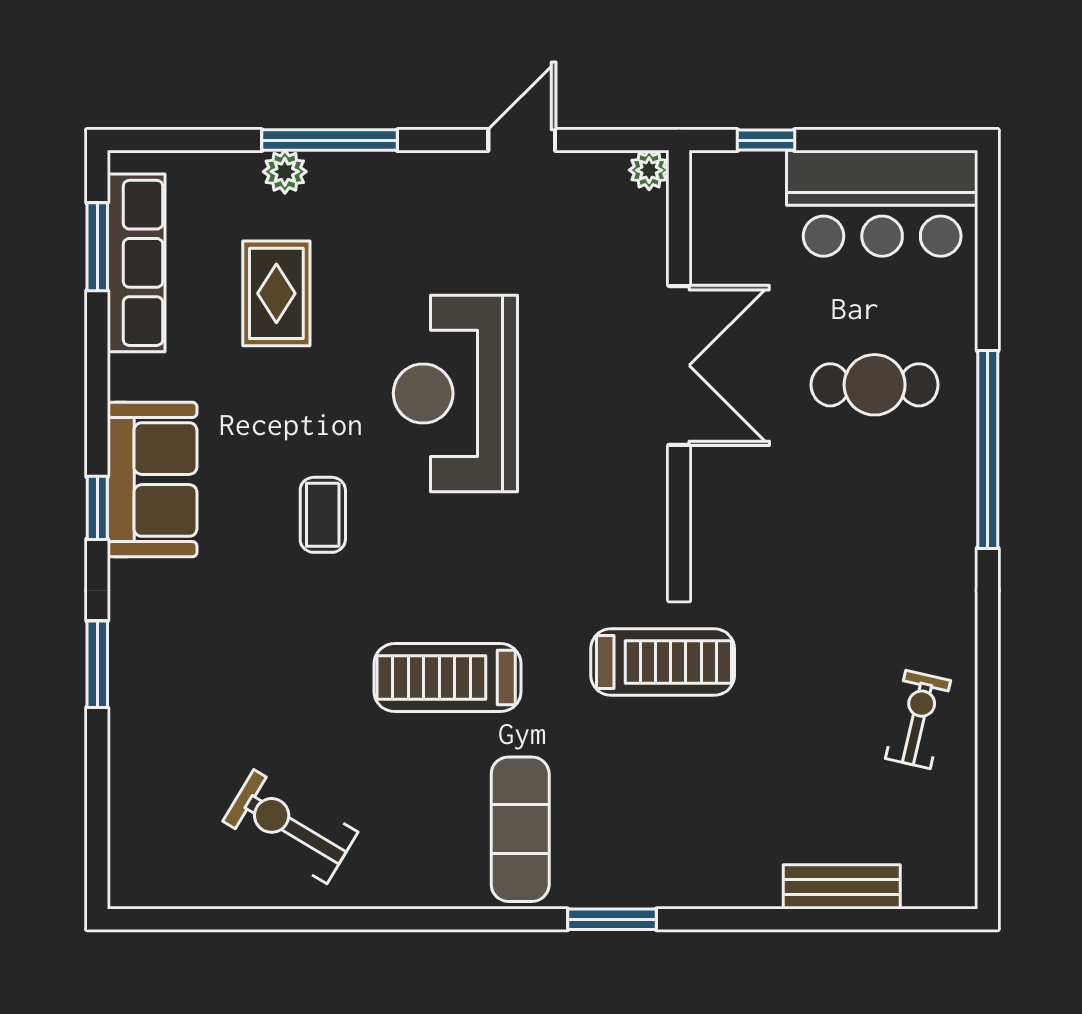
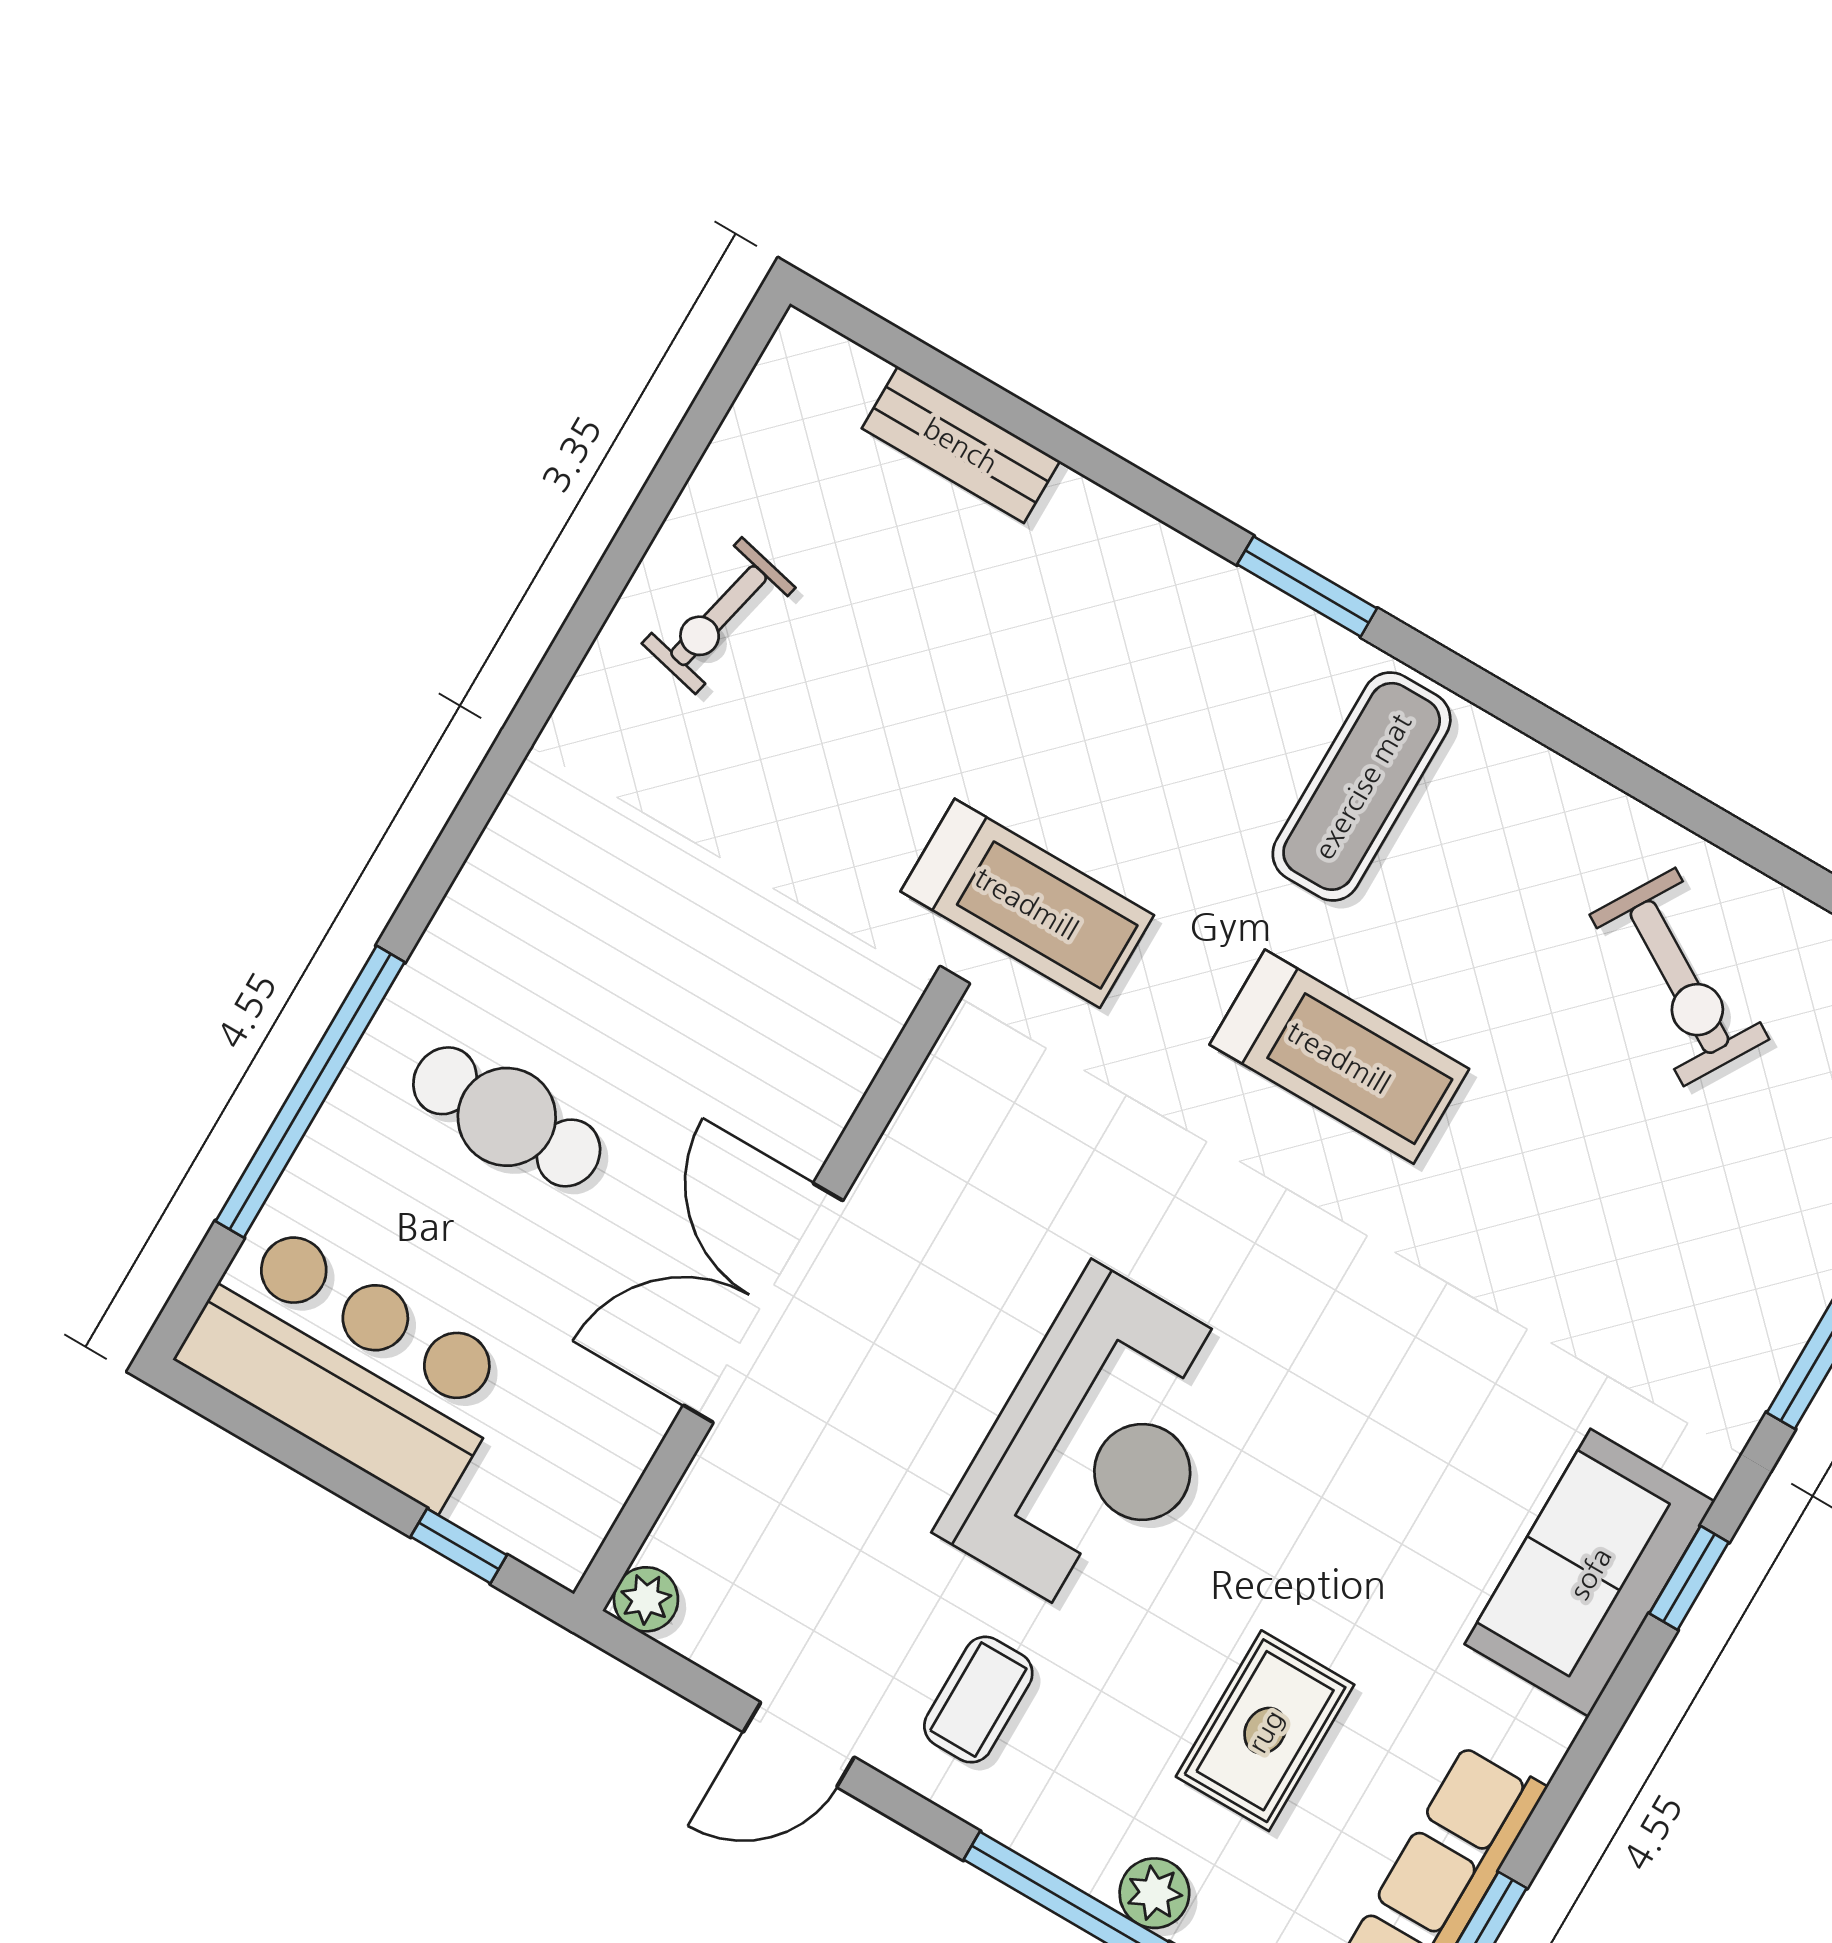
window: (988, 449) -> (310, 1092), moved
coffee table: (323, 515) -> (978, 1700), moved
treadmill: (663, 662) -> (1027, 903), turned 180

